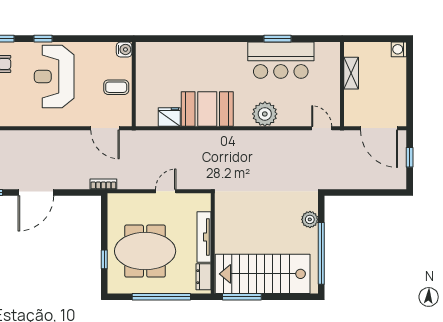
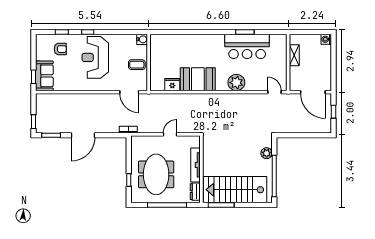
meeting table: (145, 251) -> (156, 174), turned 90

